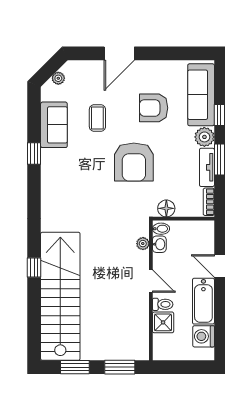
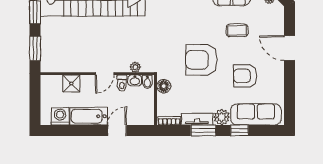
armchair: (154, 108) -> (245, 76), turned -90
toilet: (163, 304) -> (122, 83), moved

